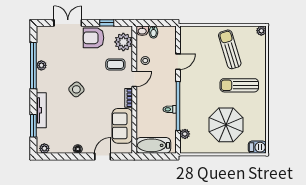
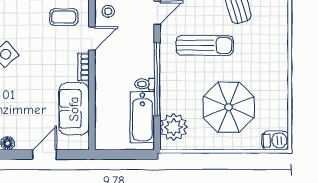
sun lounger: (239, 85) -> (205, 45), moved, turned 180
plant: (185, 134) -> (174, 127), width x1.88, depth x1.88
bathtub: (153, 145) -> (142, 117), moved, turned -90

